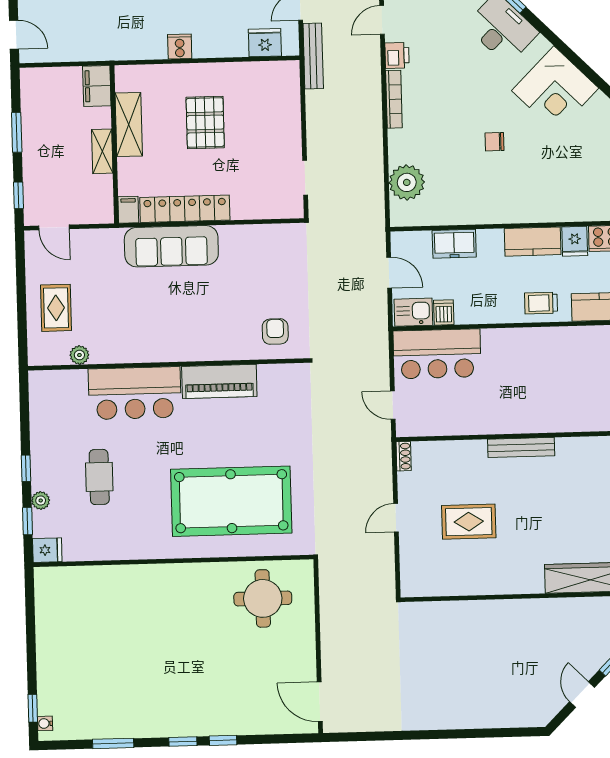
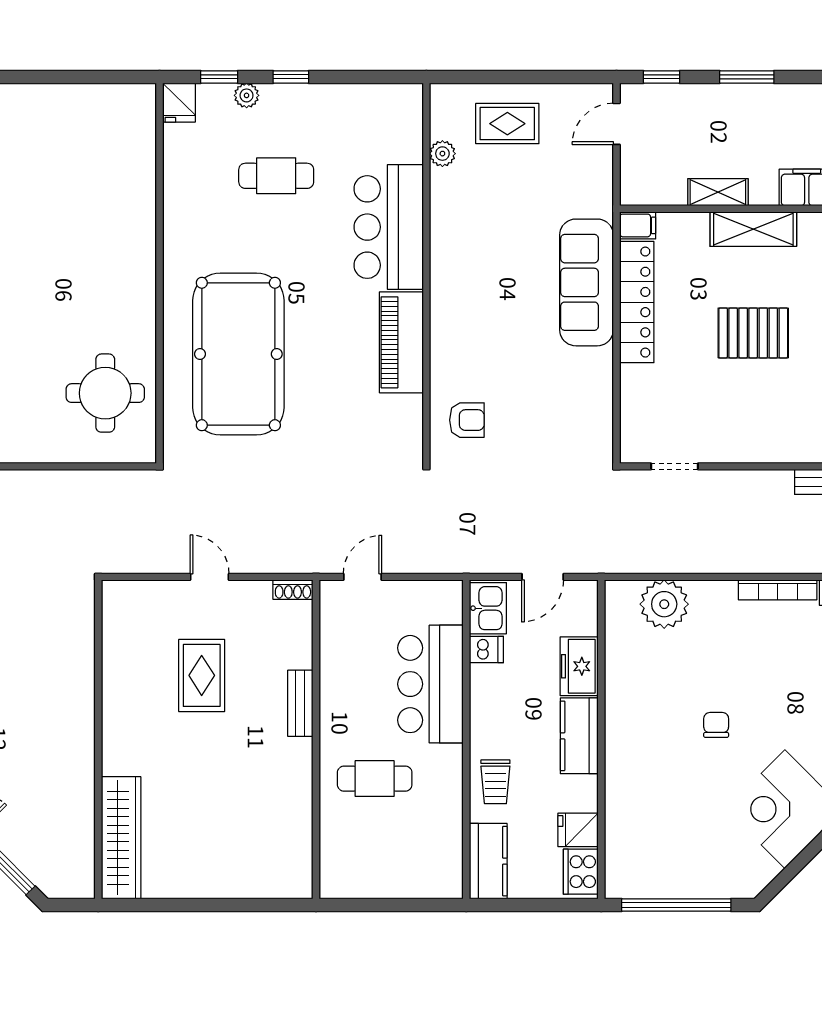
kitchen counter: (533, 242) -> (579, 736), moved
trolley: (541, 303) -> (495, 782), turned 180
bar counter: (437, 354) -> (430, 684), moved
cafe table: (541, 392) -> (375, 779), added
bench: (521, 447) -> (300, 703), moved, width x0.73

